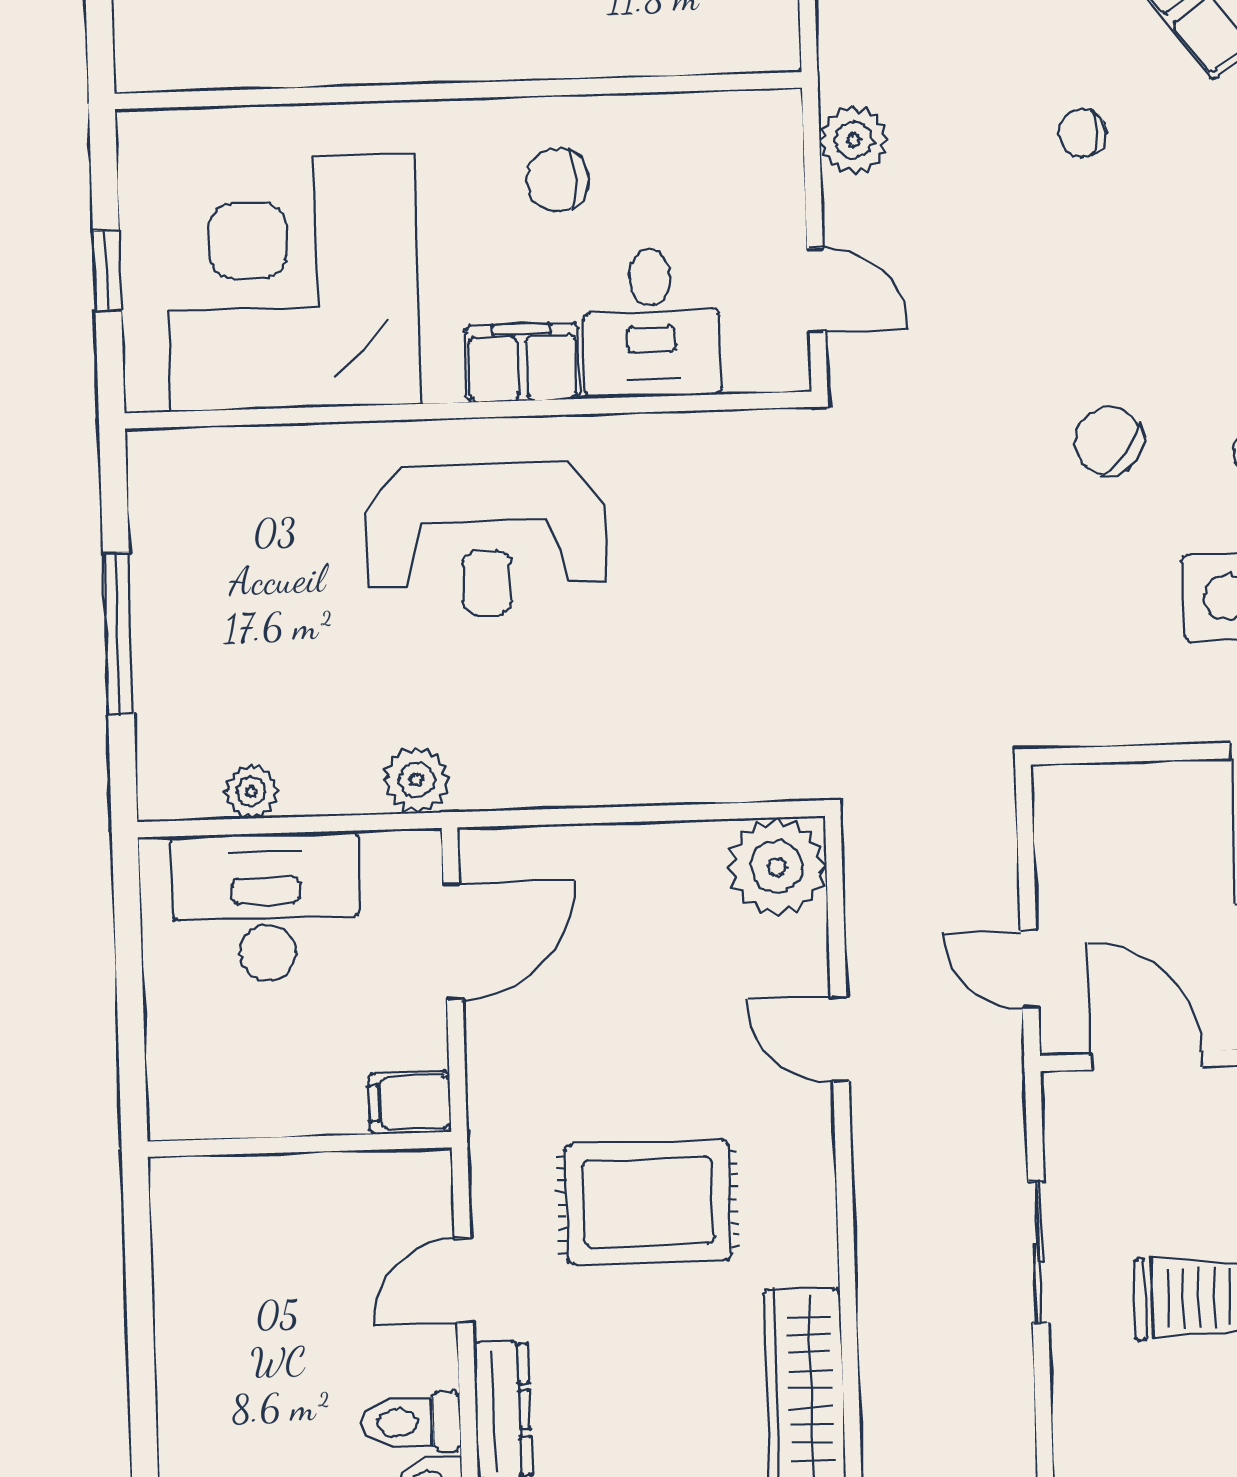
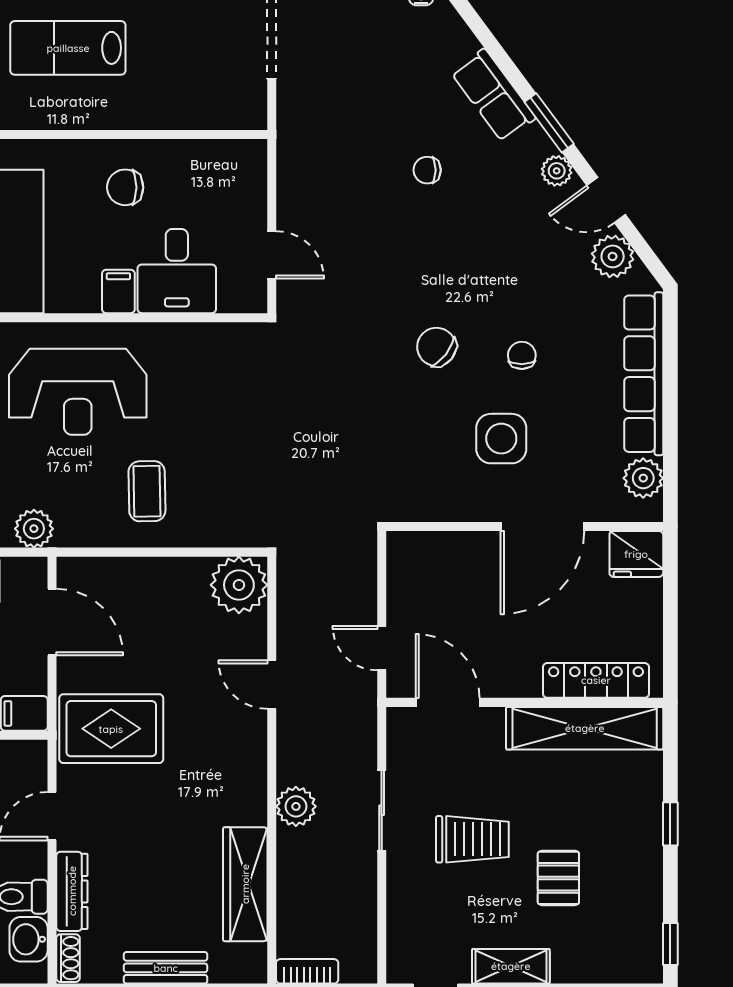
plant: (854, 140) -> (296, 806), moved
filing cabinet: (522, 363) -> (118, 291), width x0.50
coffee table: (612, 709) -> (147, 491), added
door: (453, 942) -> (52, 622), hinge flipped
rug: (648, 1202) -> (111, 729), moved

